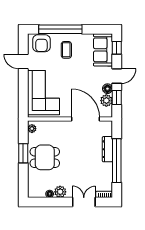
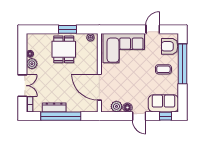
window: (117, 97) -> (119, 116), removed
door: (86, 119) -> (99, 87), swing flipped
dresser: (107, 149) -> (54, 107), moved

